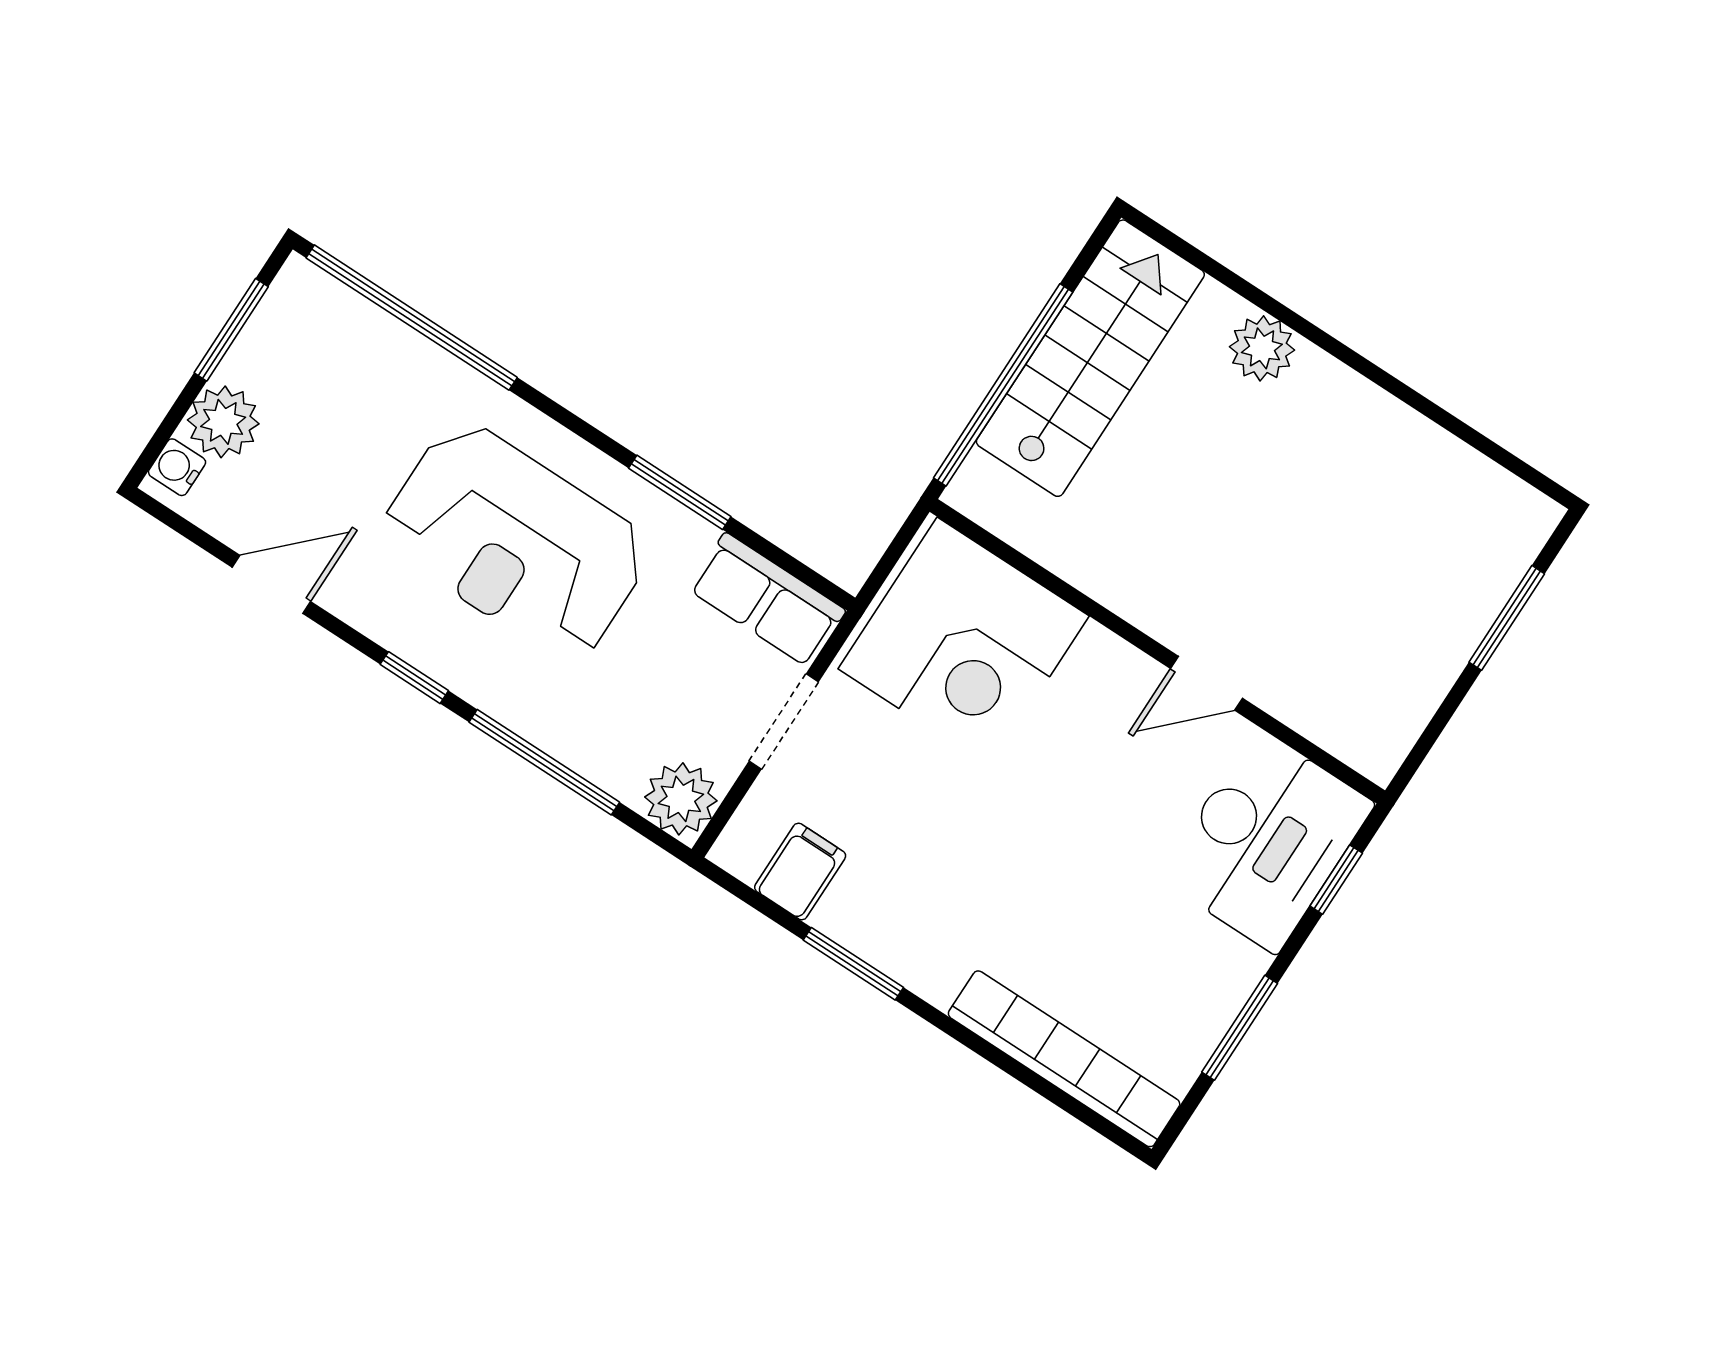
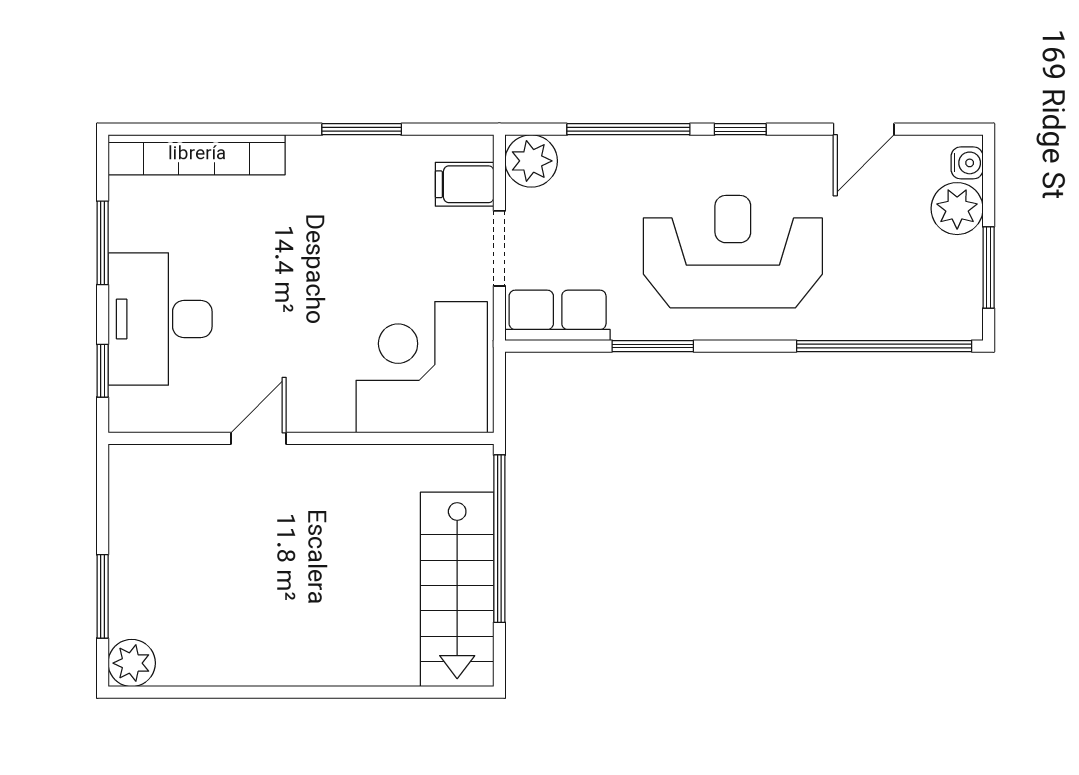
plant: (1262, 348) -> (132, 663), moved
desk: (1266, 841) -> (160, 319), moved
filing cabinet: (800, 872) -> (465, 184), moved, turned 90

